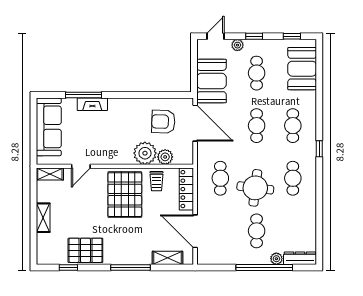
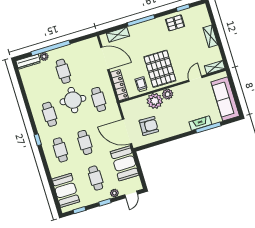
plant: (165, 157) -> (168, 94), moved
pallet: (85, 250) -> (175, 23), width x0.67, depth x0.71

